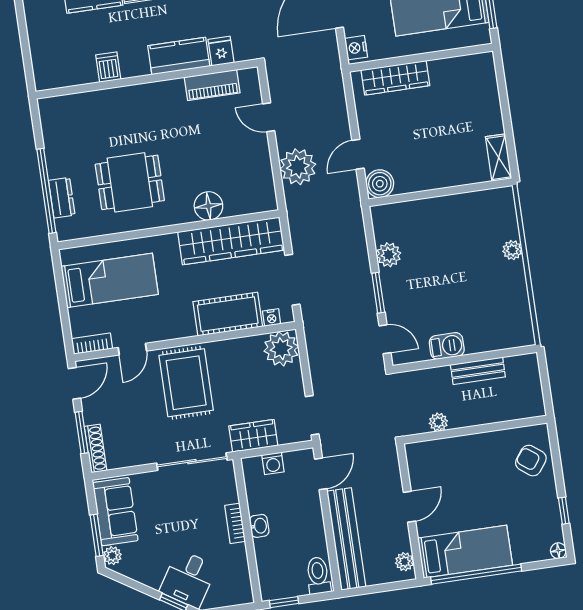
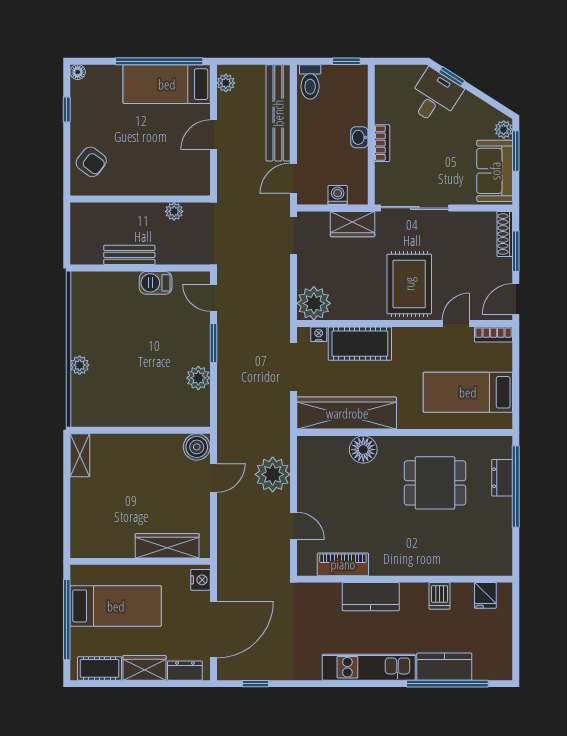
fridge: (221, 51) -> (485, 595), moved

